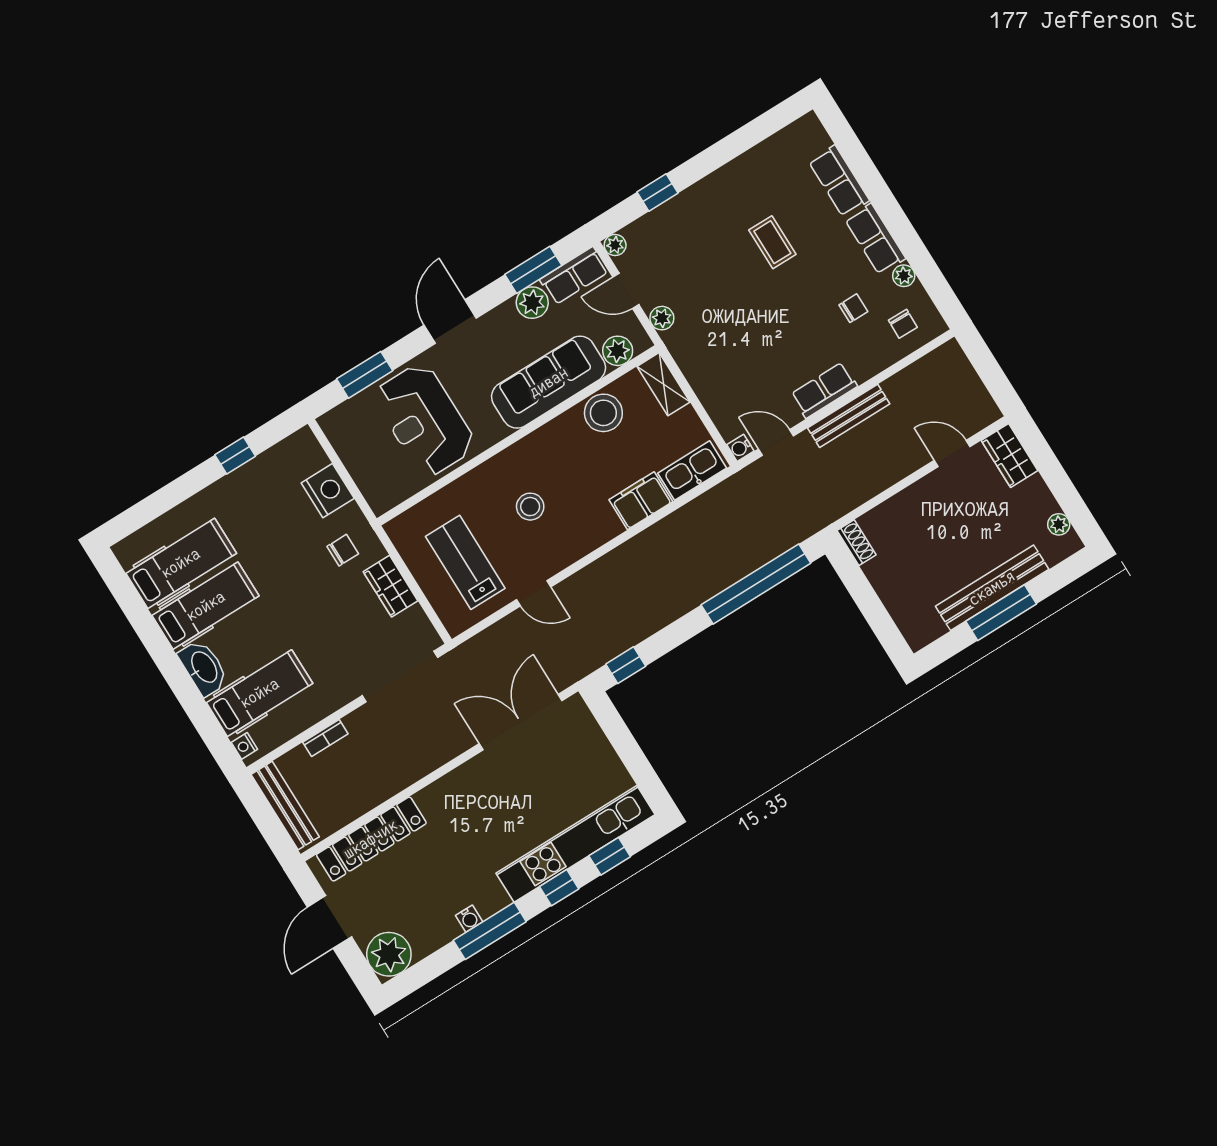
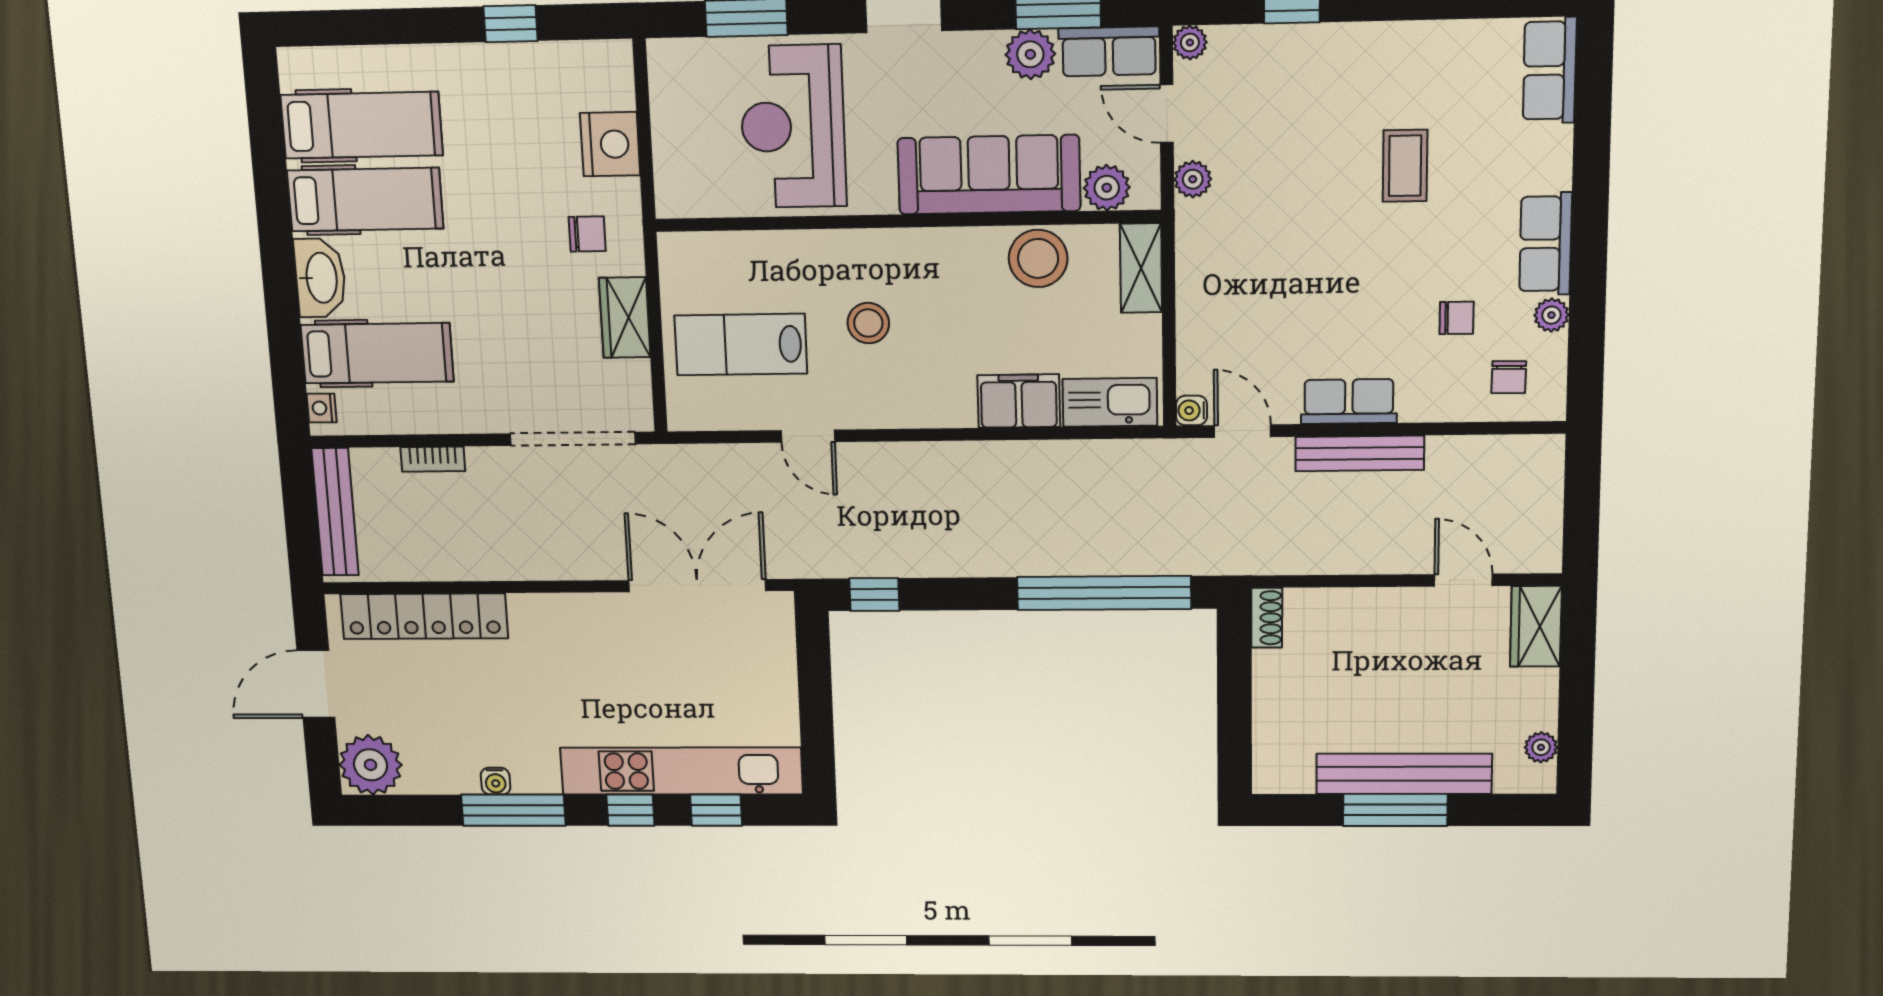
row of seats: (839, 181) -> (1550, 70), moved
lab bench: (465, 562) -> (741, 345), turned -90

